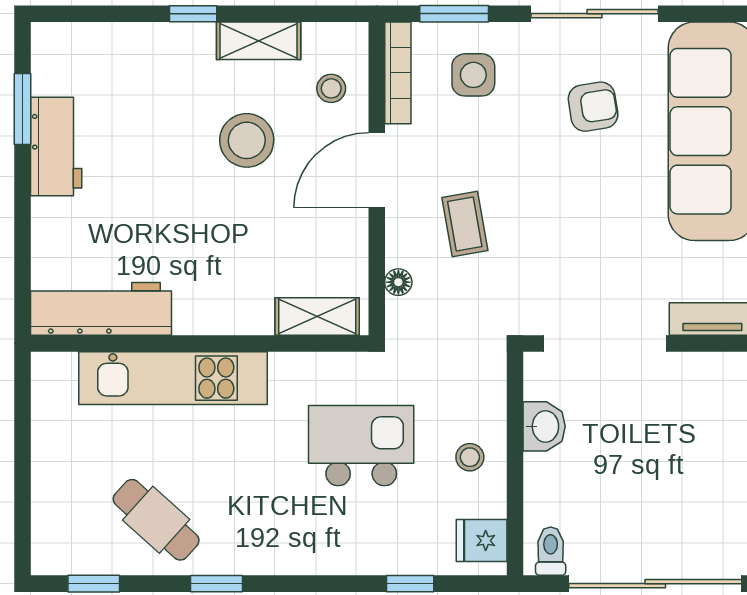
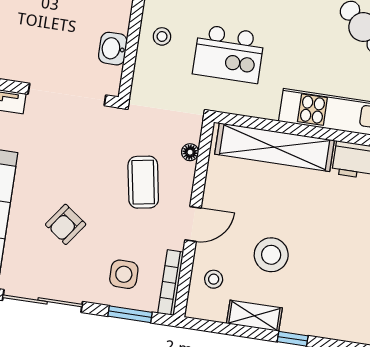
armchair: (593, 107) -> (66, 224), moved, turned -45
door: (377, 170) -> (193, 224), width x0.73
coffee table: (465, 224) -> (143, 182), width x1.36, depth x1.30
shelving: (317, 316) -> (275, 147), width x2.20, depth x1.33

